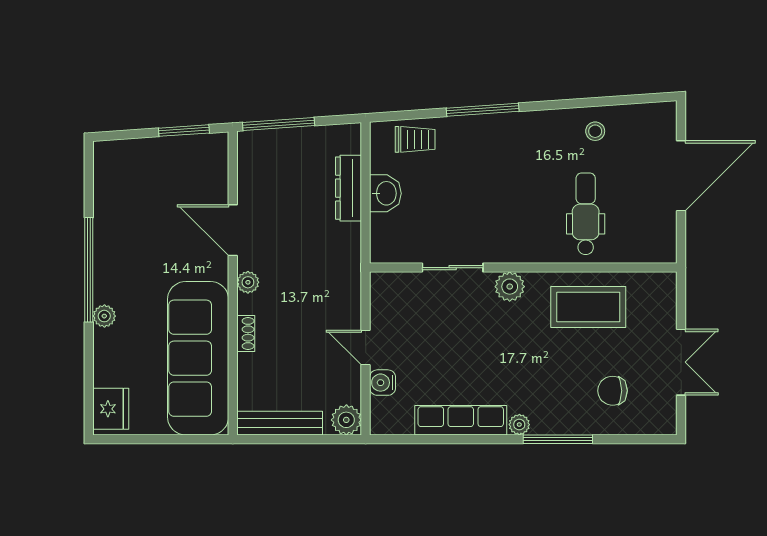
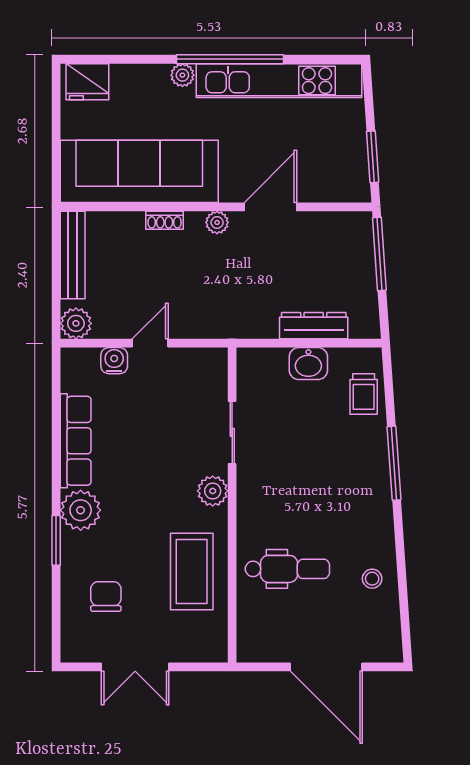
kitchen unit: (110, 222) -> (279, 81), added
plant: (519, 425) -> (81, 510), width x1.87, depth x1.87
window: (558, 439) -> (56, 540), width x0.69

